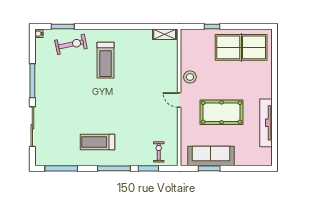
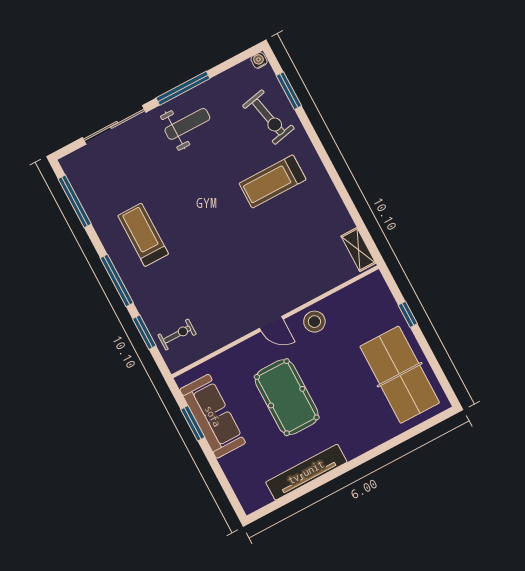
weight bench: (52, 88) -> (187, 124), added
door: (179, 100) -> (271, 324), swing flipped

